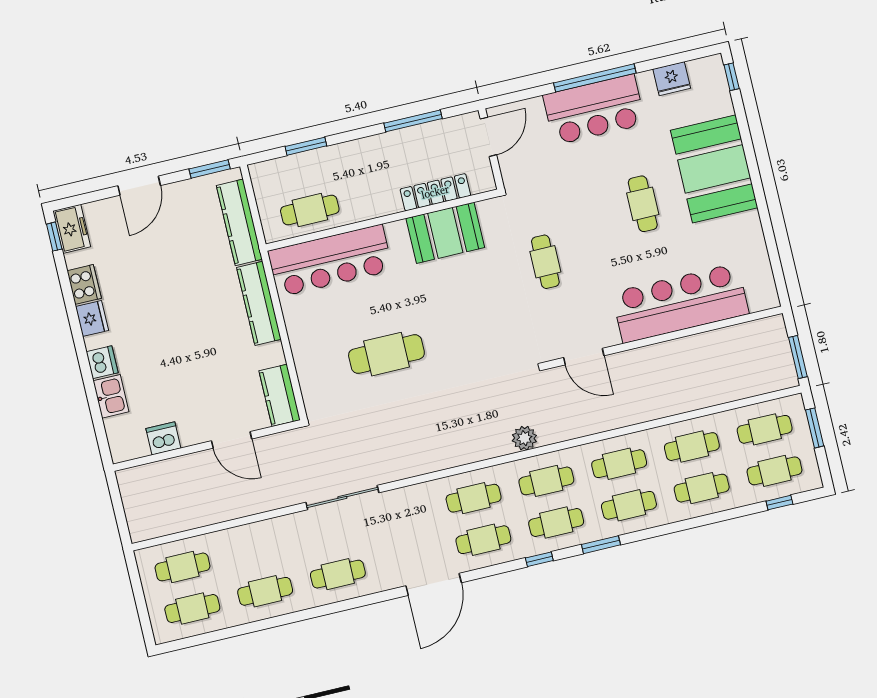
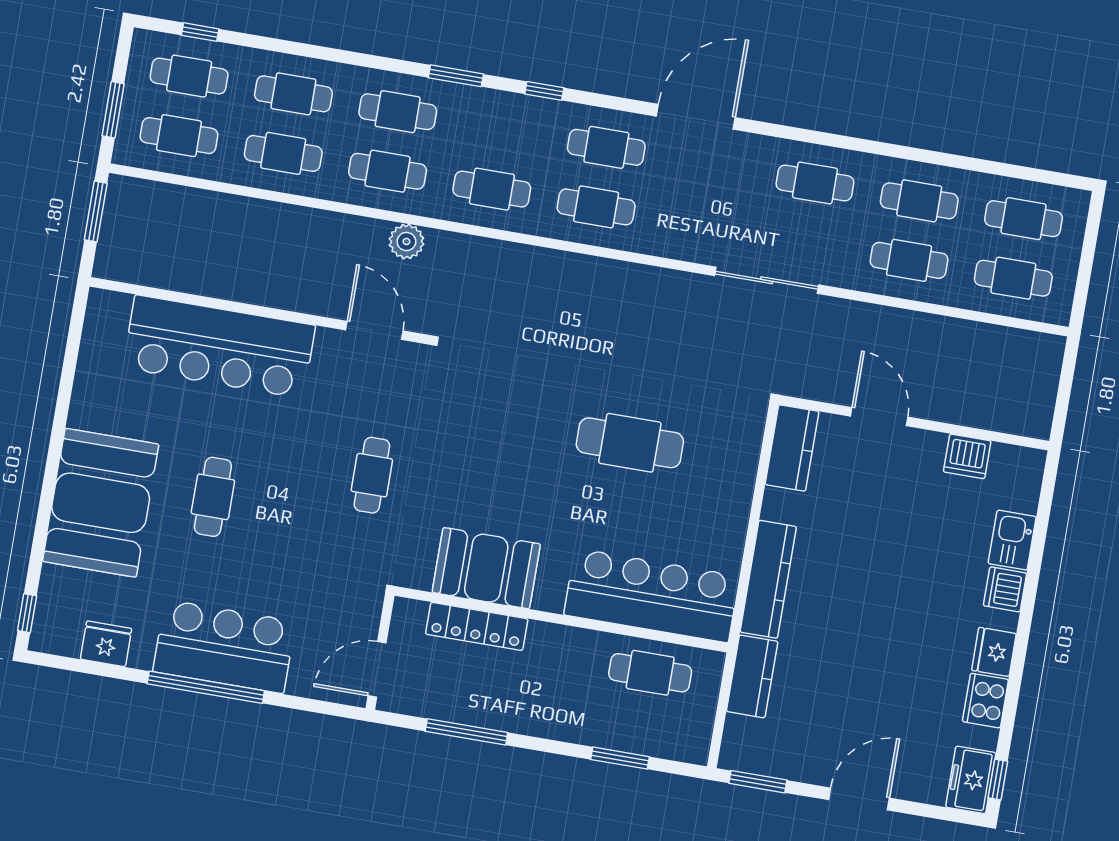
kitchen counter: (239, 222) -> (752, 676), width x0.67
plant: (524, 438) -> (406, 241), moved
cafe table: (556, 522) -> (909, 260), moved

